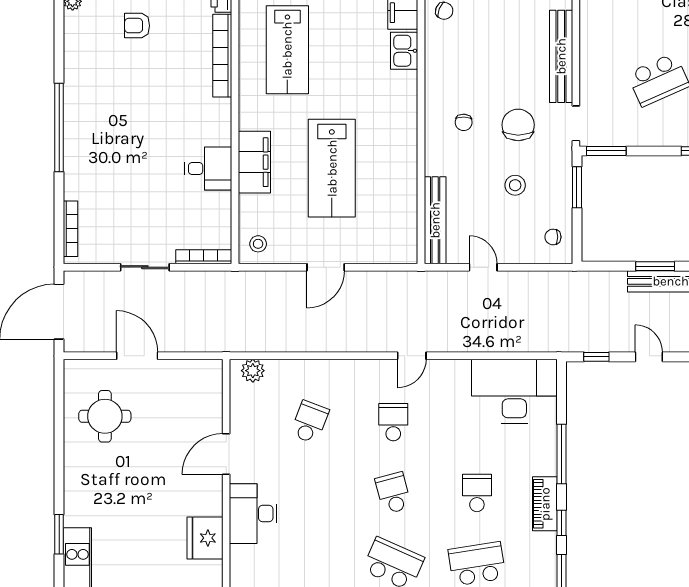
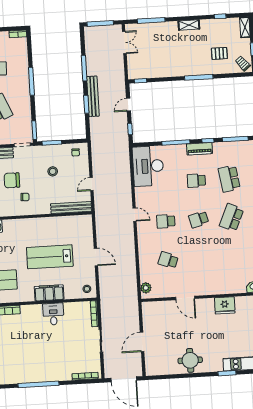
chair: (518, 125) -> (12, 180), moved
lab bench: (332, 168) -> (50, 257), turned 180
round table: (105, 416) -> (190, 360), moved
desk: (253, 514) -> (212, 284), removed

